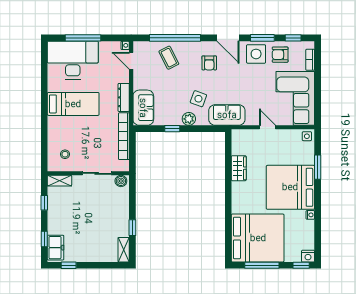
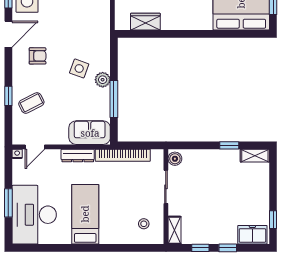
window: (83, 38) -> (8, 203), width x0.69
window: (175, 38) -> (8, 96), width x0.32
sofa: (227, 115) -> (98, 35), removed
window: (172, 129) -> (114, 99), width x2.17
wardrobe: (239, 168) -> (145, 22), moved
window: (44, 239) -> (228, 248), moved

